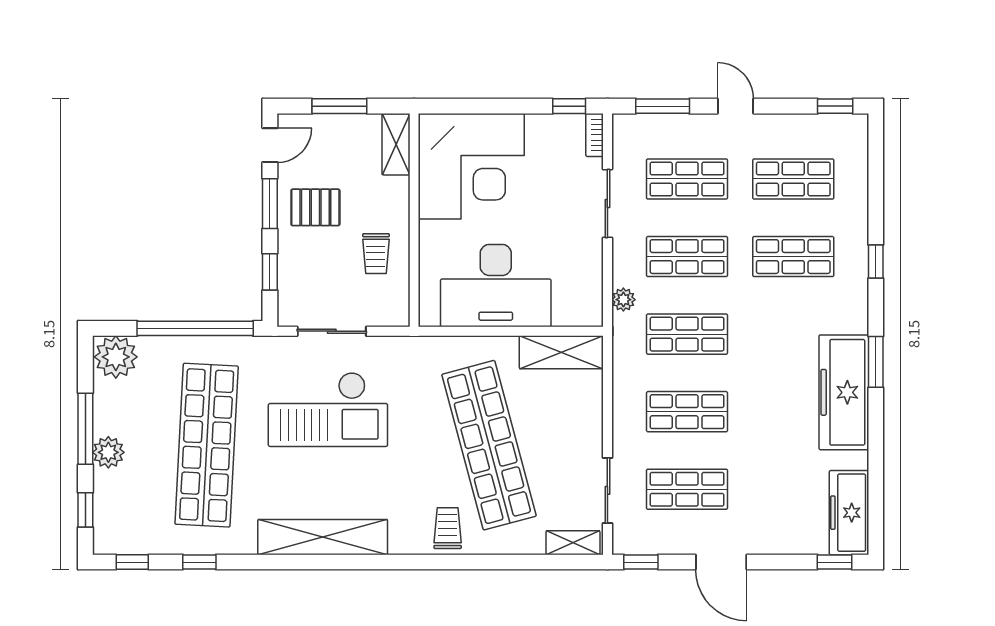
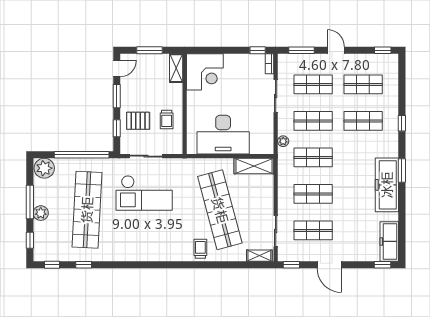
corner desk: (471, 166) -> (205, 72), width x0.74, depth x0.74
pallet: (315, 207) -> (138, 121), moved
shelving: (323, 537) -> (142, 253), removed

